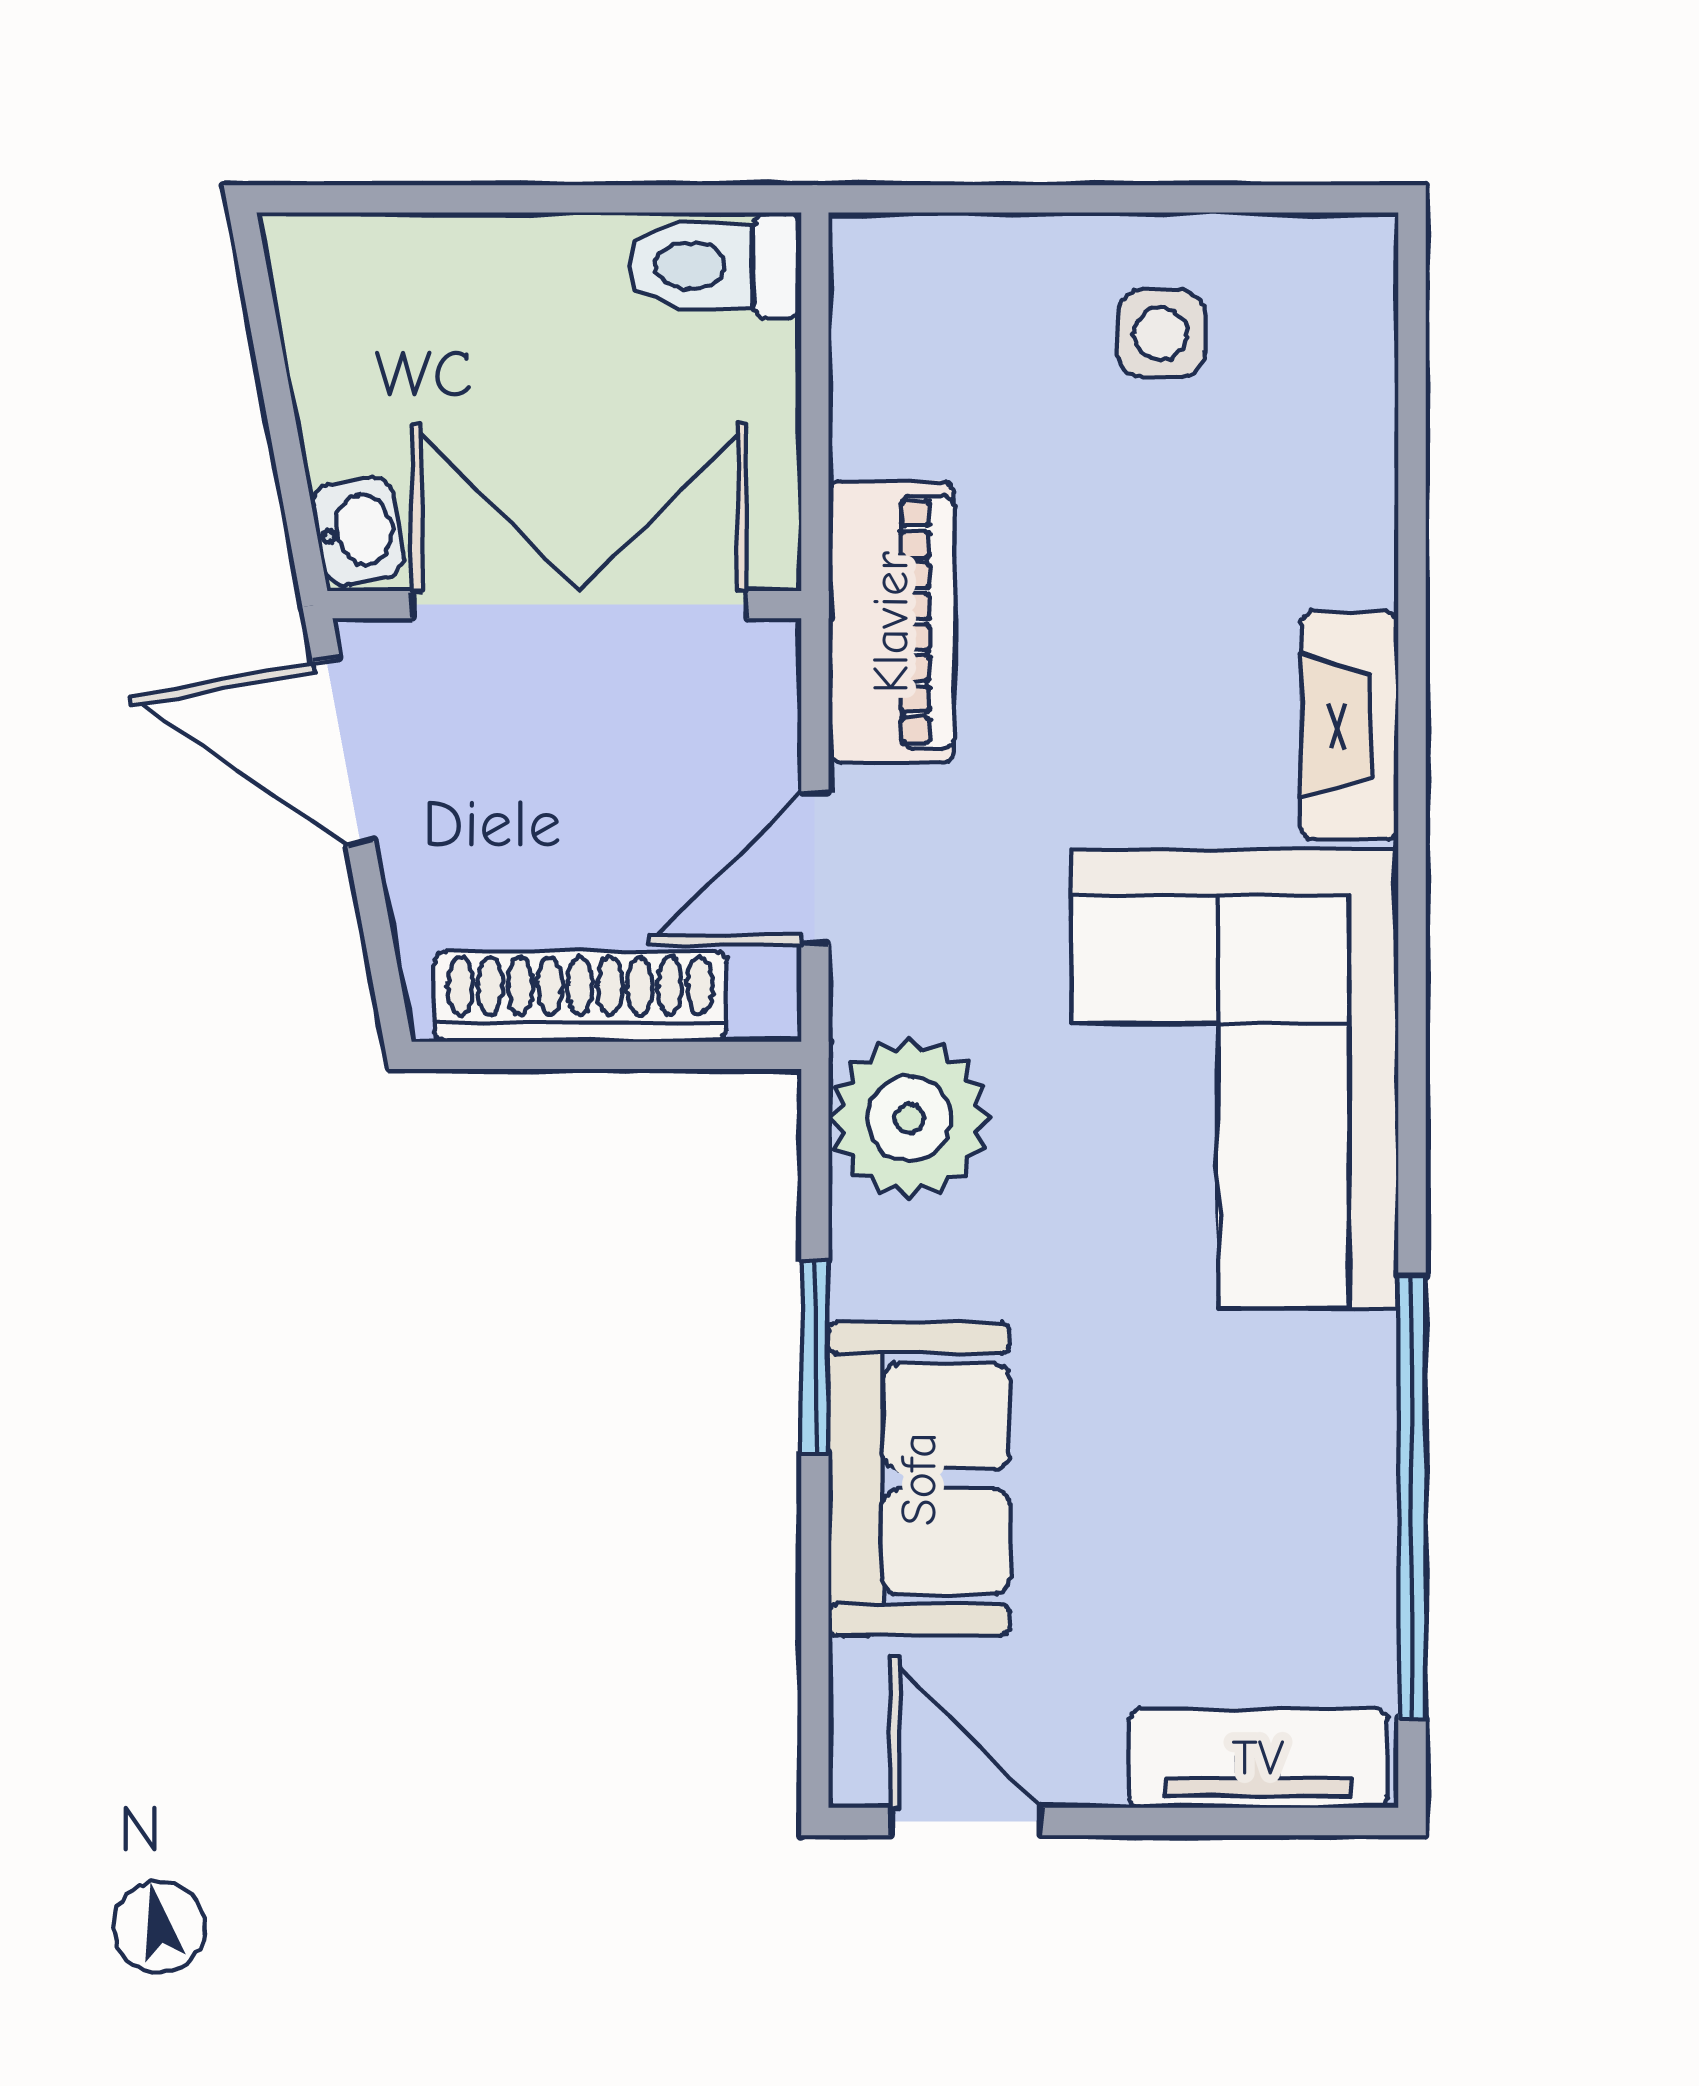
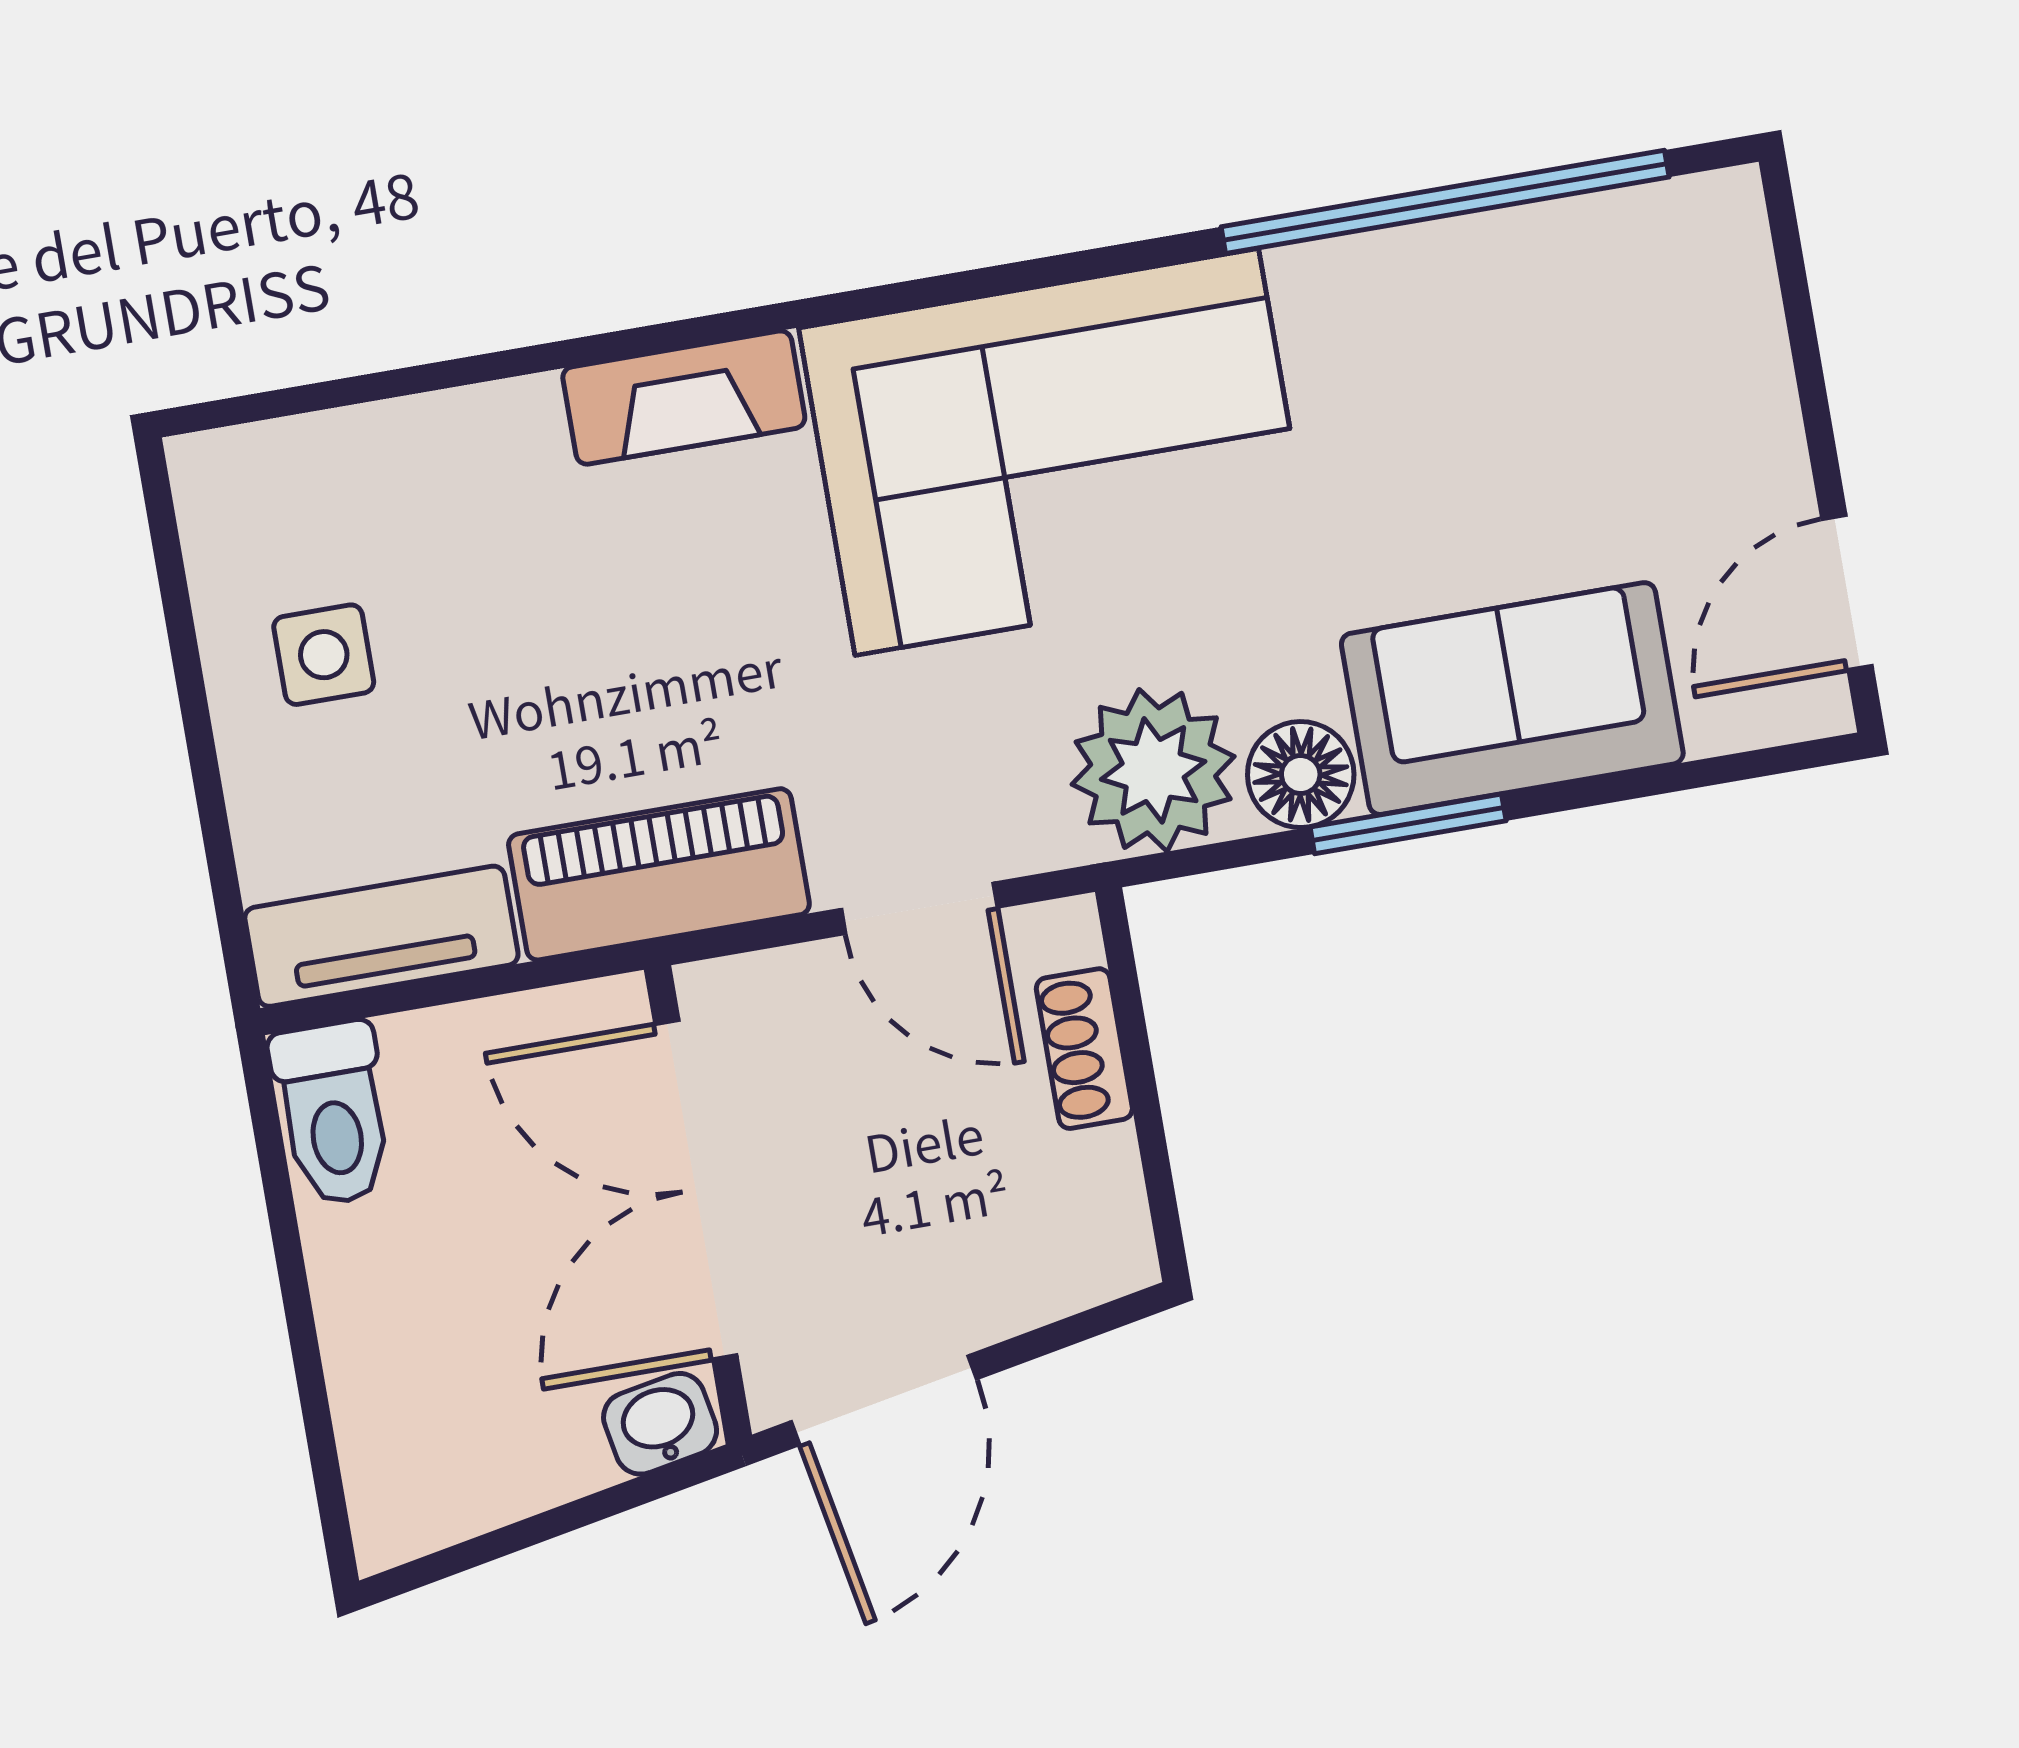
shoe rack: (580, 997) -> (1084, 1049), width x0.51, depth x0.81
floor lamp: (881, 1261) -> (1301, 775), added
tv unit: (1258, 1758) -> (381, 936), moved, turned 90

